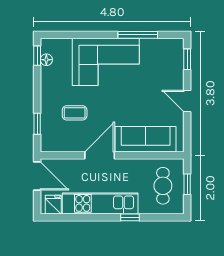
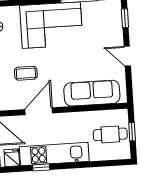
door: (100, 155) -> (39, 111), moved
cafe table: (163, 186) -> (110, 134), turned 90
window: (130, 217) -> (41, 167), moved

